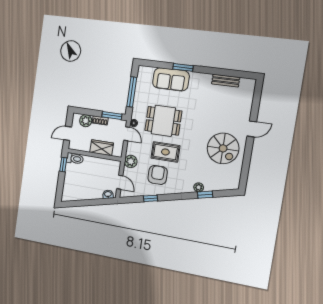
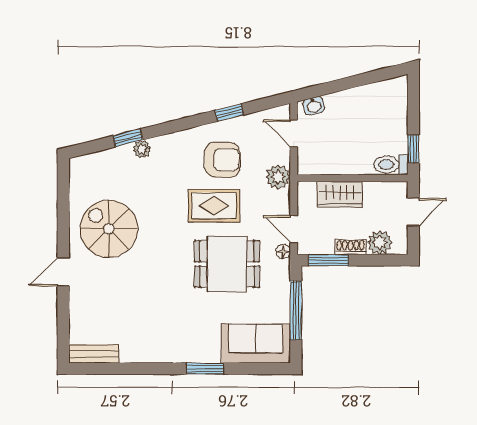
sofa: (171, 79) -> (255, 344), moved
bench: (226, 81) -> (94, 354), moved
armchair: (158, 175) -> (222, 160), turned -90

